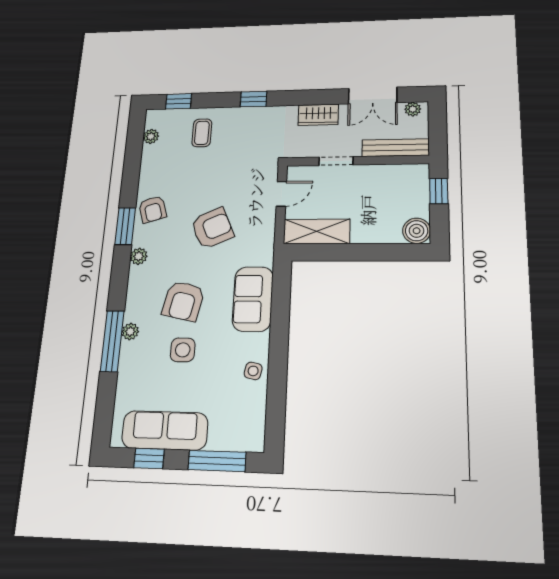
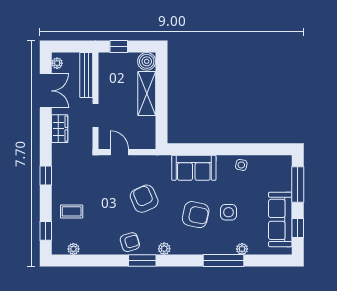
shelving: (317, 231) -> (147, 93), moved
plant: (130, 331) -> (242, 249), moved

